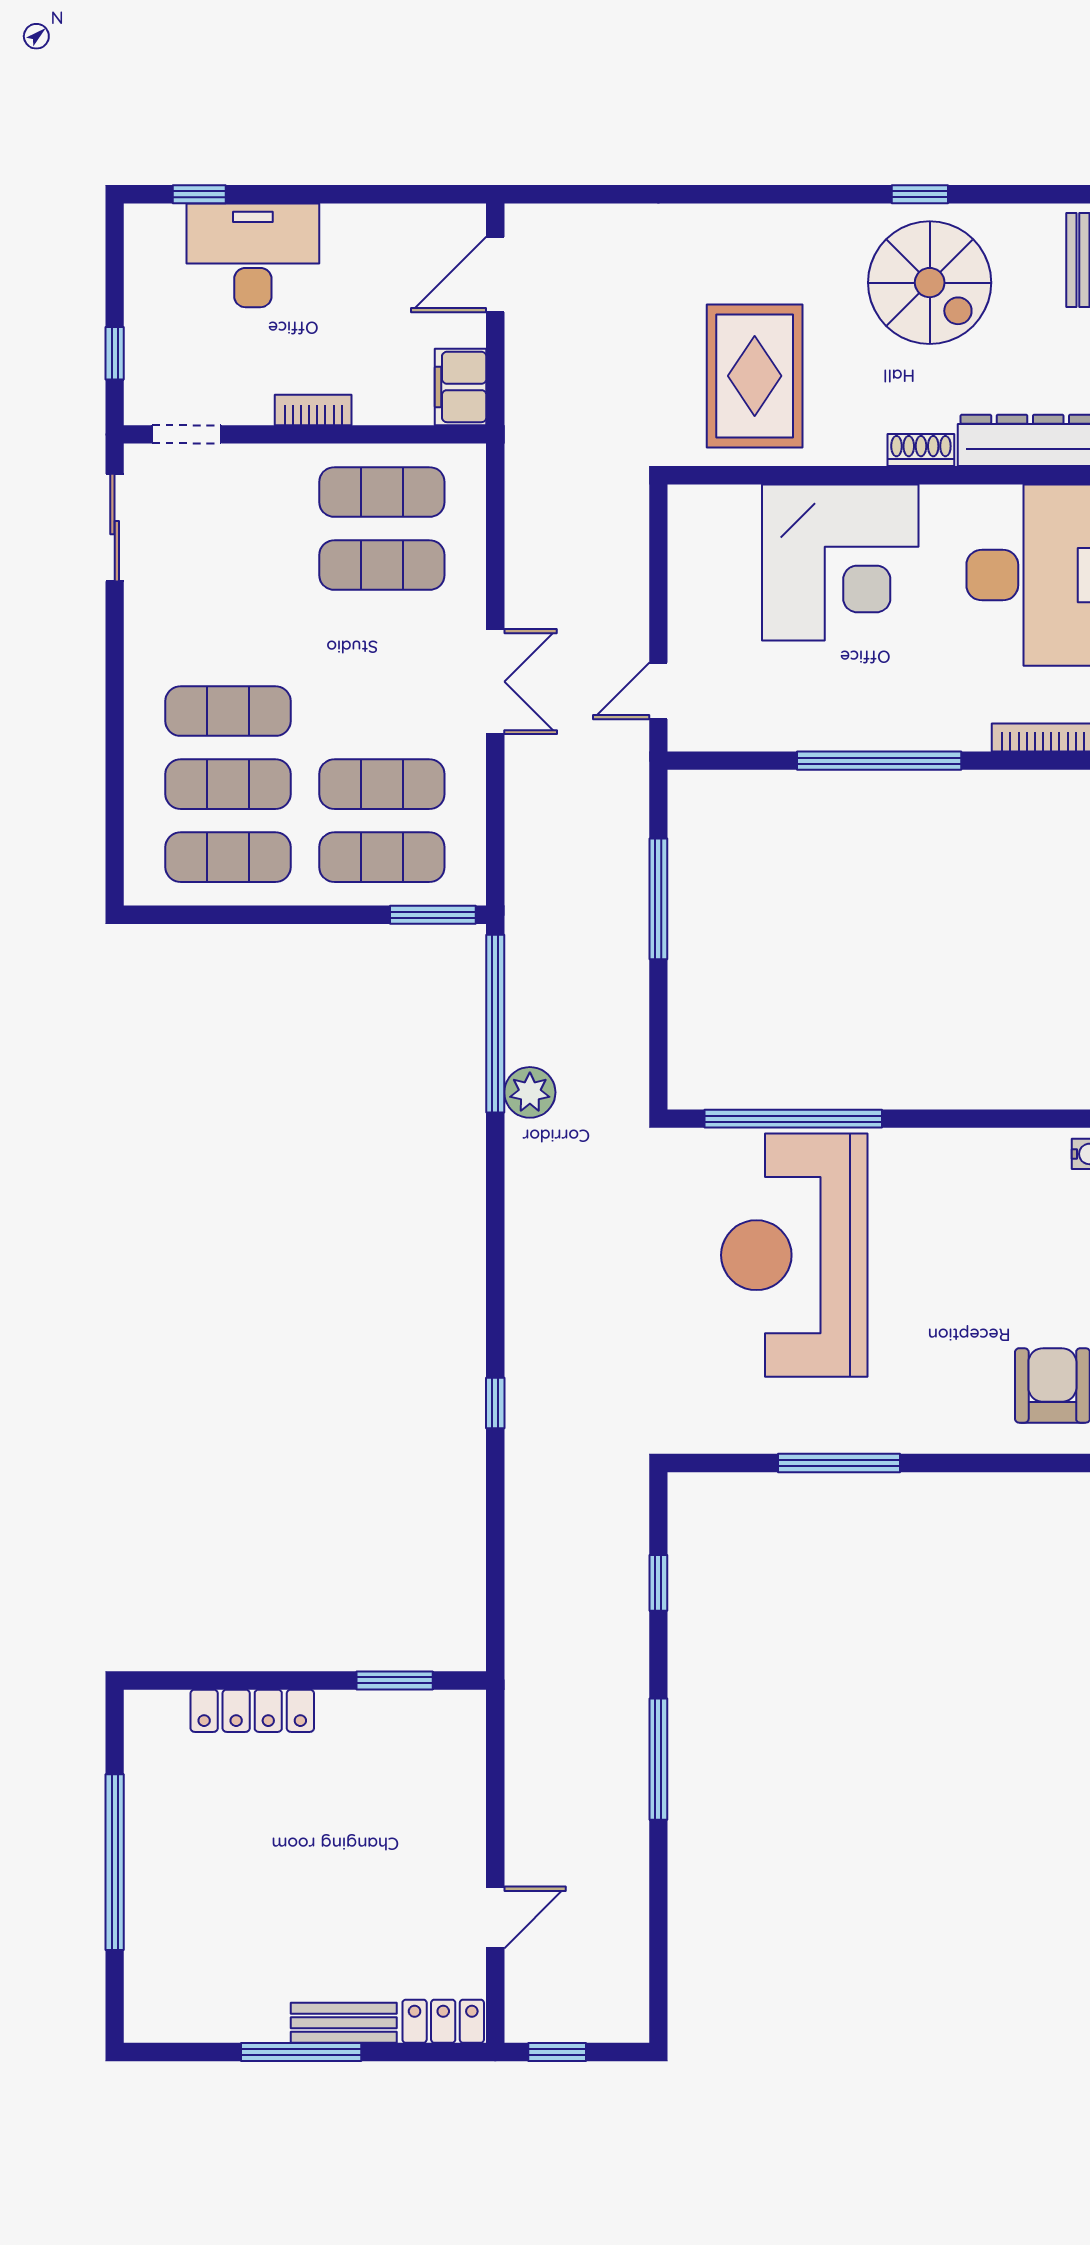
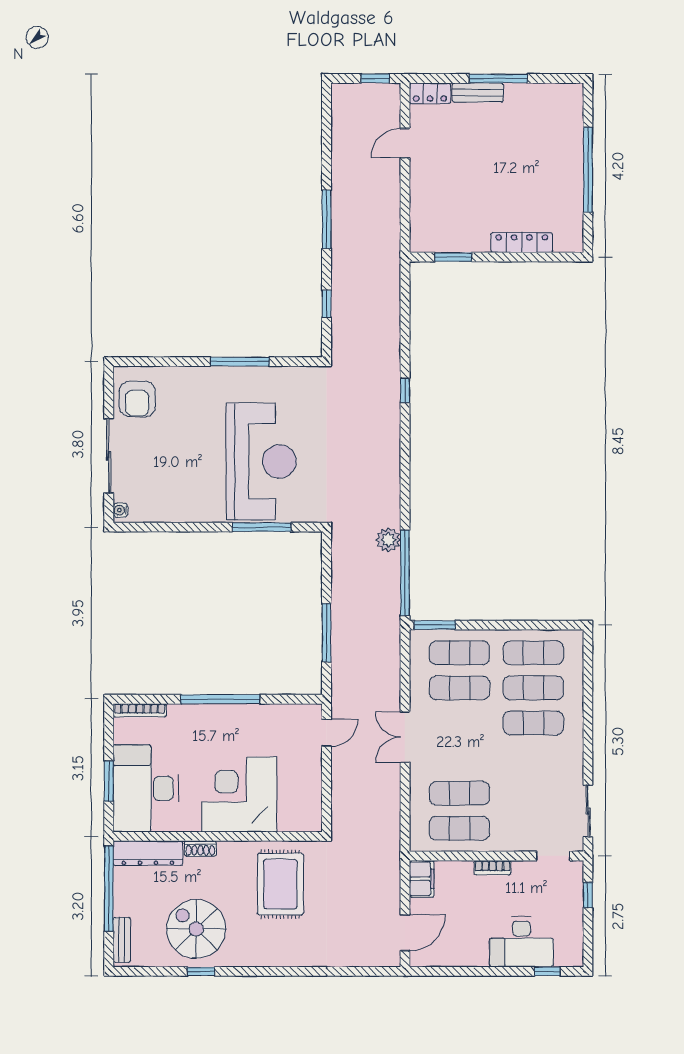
window: (793, 1119) -> (262, 527), width x0.68

